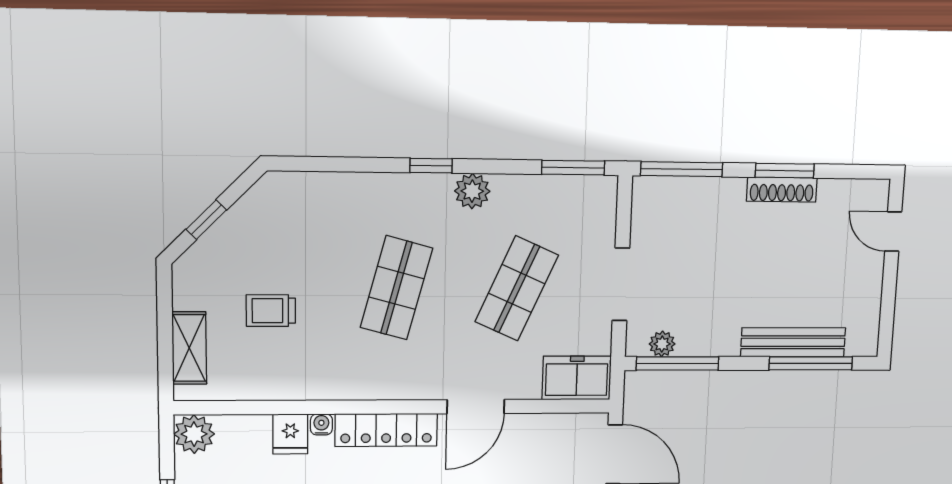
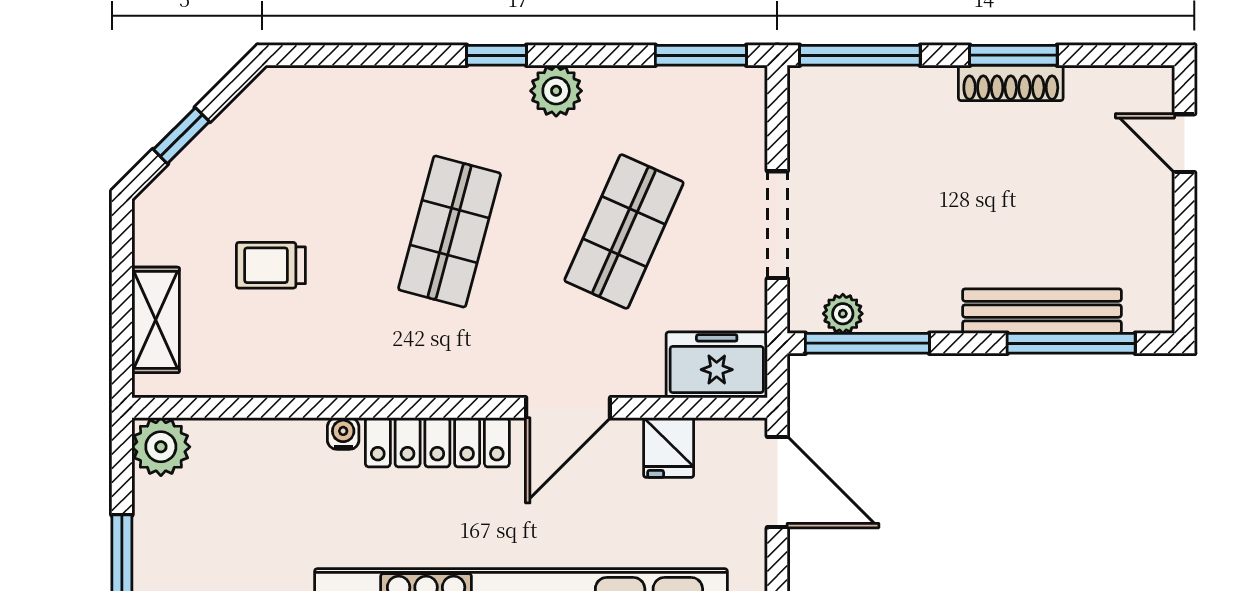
fridge: (290, 434) -> (669, 448), moved

